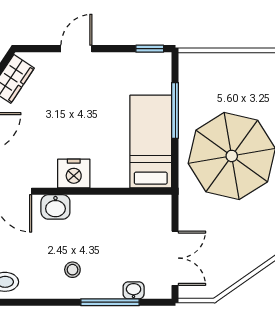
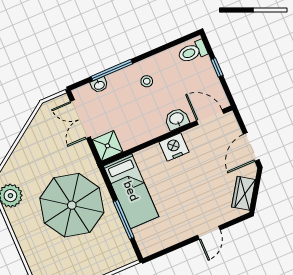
window: (150, 49) -> (159, 254), removed
shower: (156, 211) -> (107, 146), added

